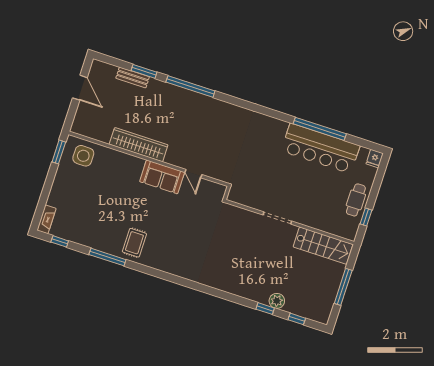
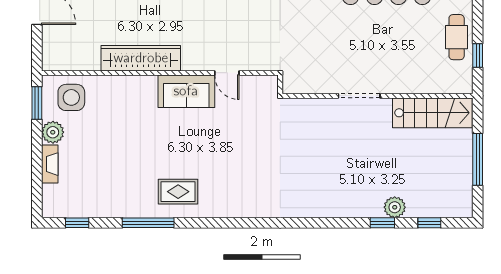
plant: (63, 175) -> (53, 132), added
fireplace: (46, 219) -> (50, 164), moved
rug: (134, 243) -> (178, 192), turned 90

